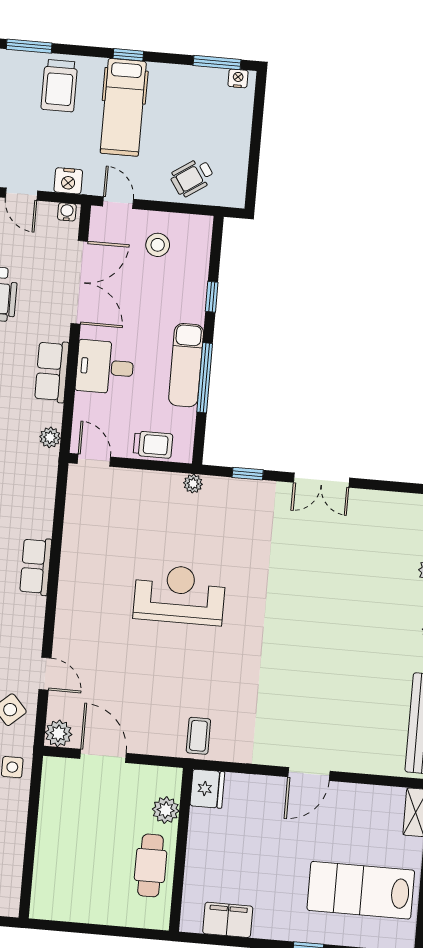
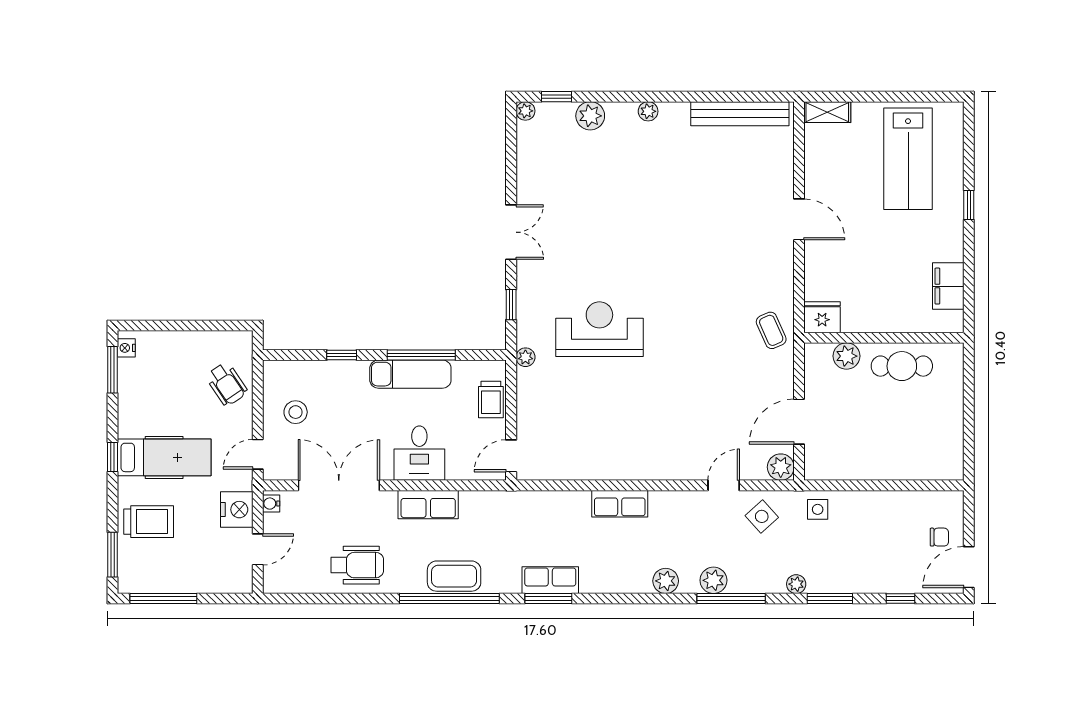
nightstand: (68, 181) -> (237, 510), width x1.36, depth x1.33
plant: (50, 437) -> (493, 501), removed
trolley: (153, 445) -> (491, 400), turned 180
reception desk: (180, 595) -> (599, 329), moved, turned 90
coffee table: (198, 736) -> (771, 330), turned 66

